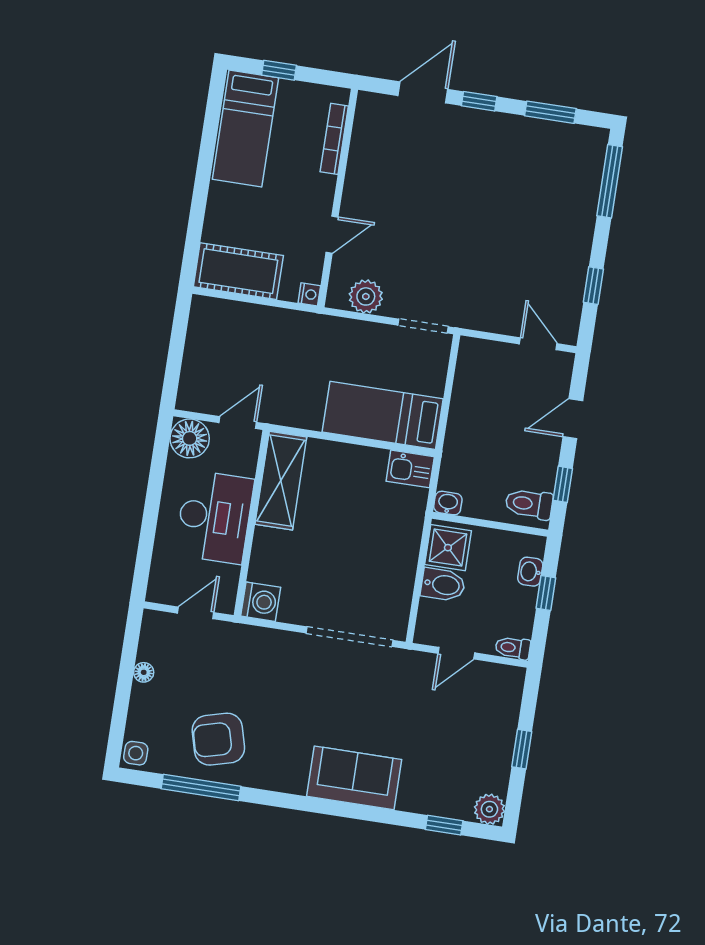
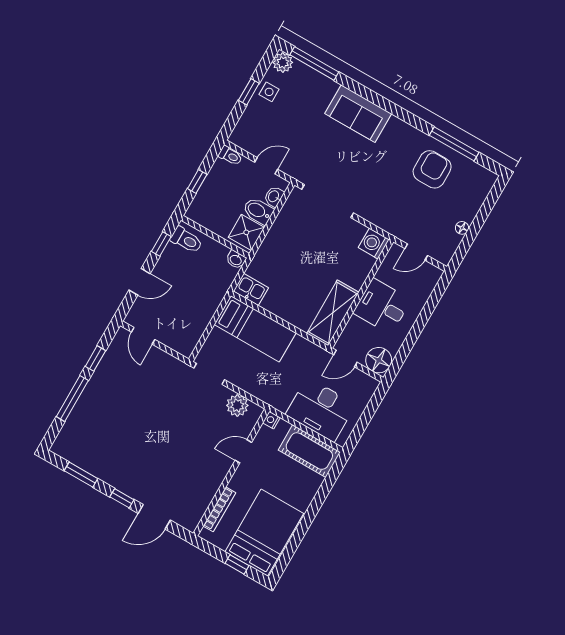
bed: (245, 129) -> (264, 533), width x1.50
window: (610, 181) -> (72, 399), moved
desk: (245, 336) -> (321, 410), added
desk: (214, 517) -> (382, 306), width x0.73
washbasin: (530, 572) -> (274, 196), moved, turned 180
armchair: (218, 739) -> (432, 169), turned -75
side table: (136, 753) -> (269, 92), moved
window: (444, 825) -> (314, 63), width x2.17

